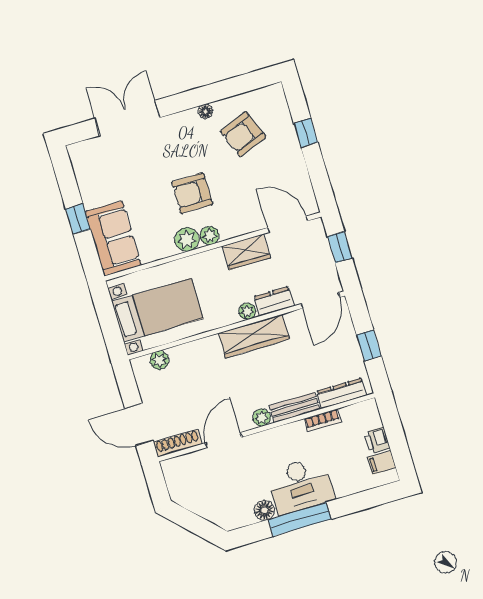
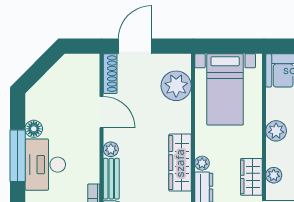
plant: (210, 236) -> (274, 175), moved
plant: (159, 360) -> (176, 86), width x1.88, depth x1.88

